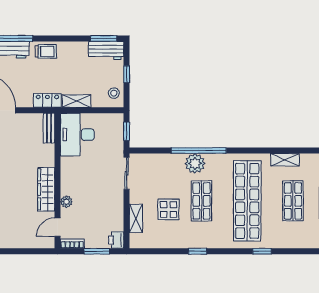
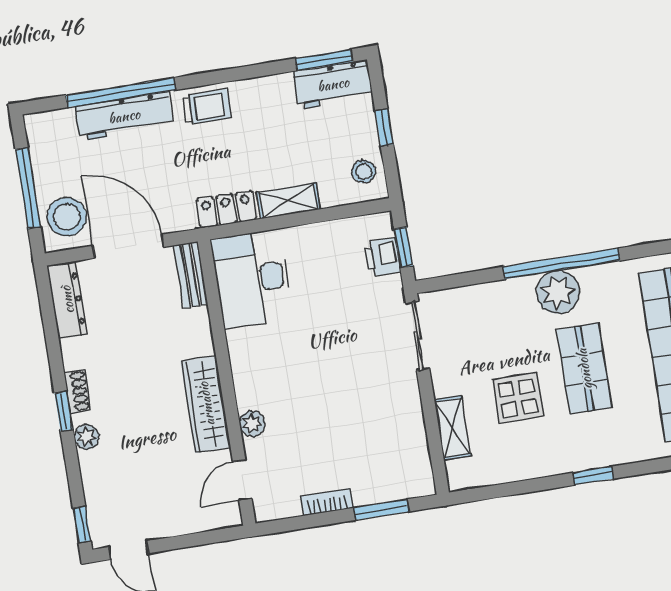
bench: (49, 128) -> (191, 275), moved
desk: (77, 135) -> (252, 279), moved
wall: (58, 181) -> (227, 383), moved
wardrobe: (46, 189) -> (206, 404), moved
plant: (66, 202) -> (252, 424), moved
door: (58, 227) -> (242, 480), moved
printer: (116, 240) -> (382, 257), moved

